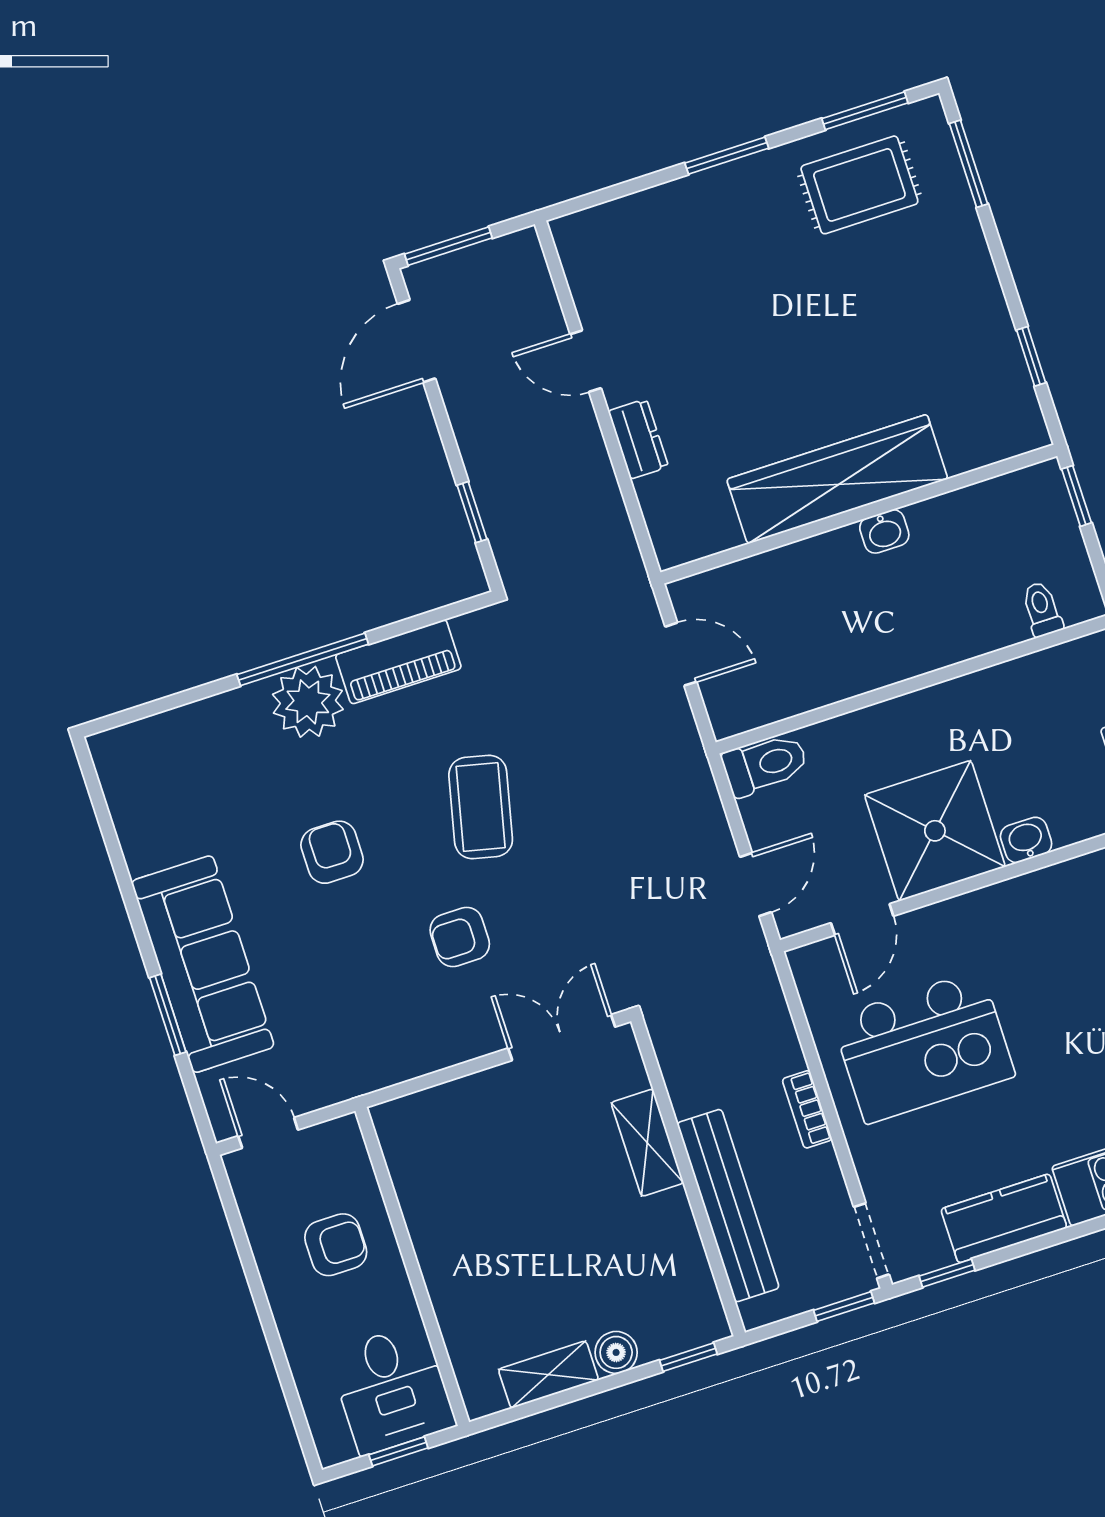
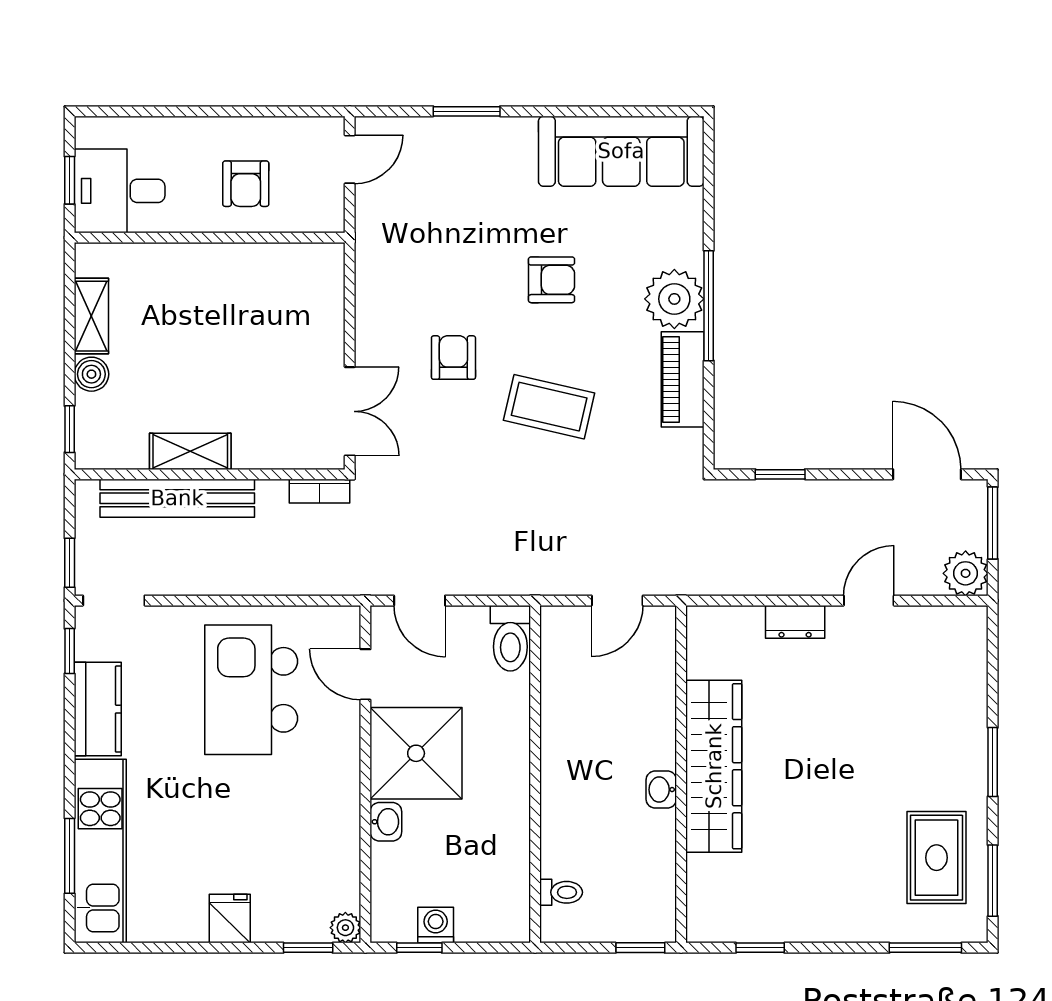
plant: (517, 259) -> (966, 573), added
sofa: (203, 964) -> (621, 151), moved
bookcase: (807, 1109) -> (319, 491), moved, turned 180
shelving: (647, 1143) -> (190, 451), moved

